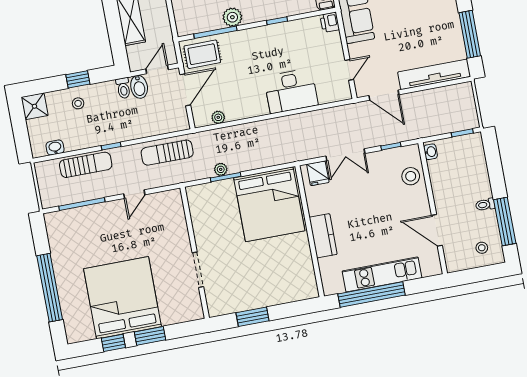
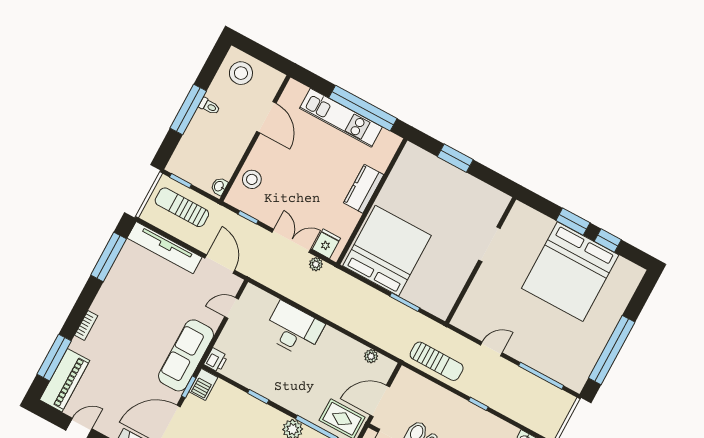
sun lounger: (86, 165) -> (182, 207), moved
plant: (221, 169) -> (316, 264), moved
window: (505, 221) -> (188, 110), moved
stool: (482, 248) -> (241, 73), width x1.89, depth x1.89
window: (50, 288) -> (612, 350), moved
window: (253, 317) -> (455, 158), moved

